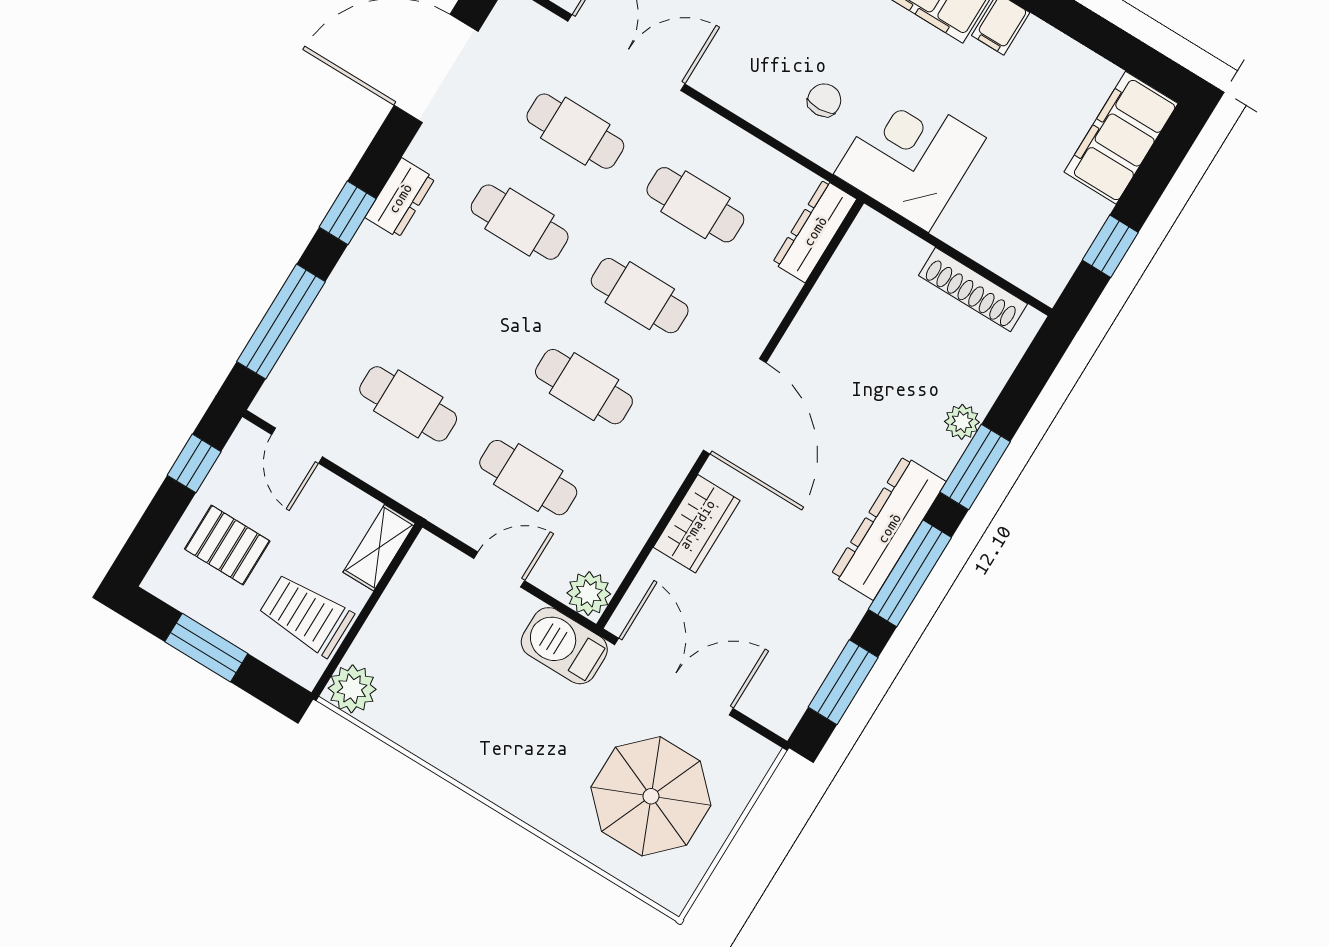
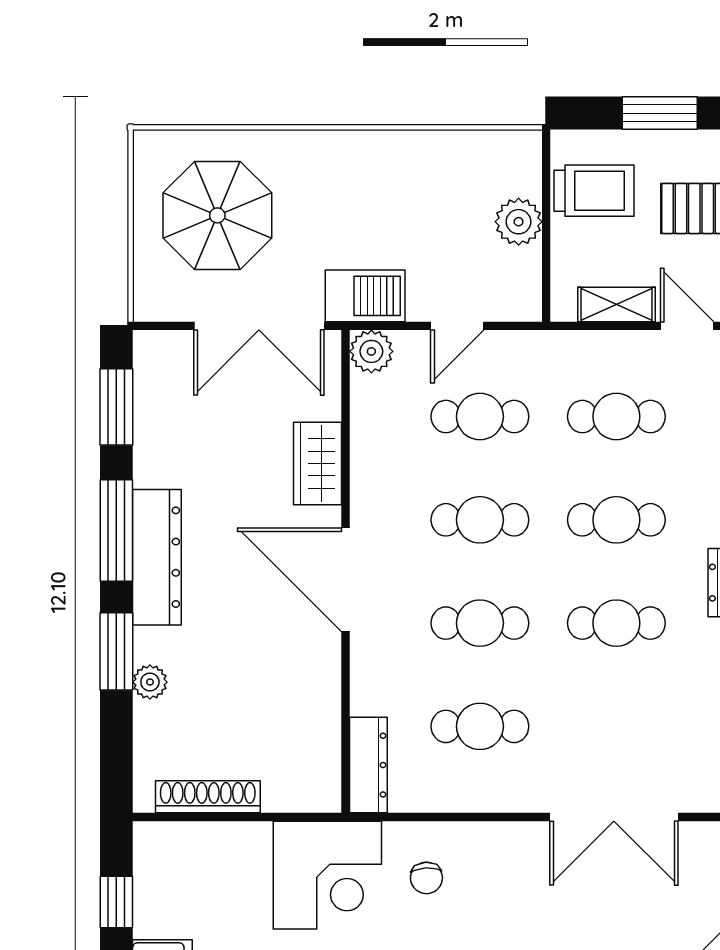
cafe table: (575, 131) -> (616, 520), moved
shelving: (379, 548) -> (617, 304), moved, turned 90
plant: (352, 689) -> (519, 222), moved

